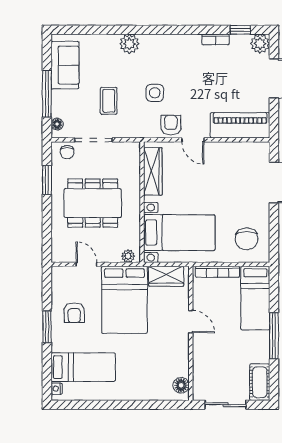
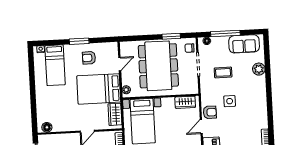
plant: (129, 44) -> (259, 69), moved
wardrobe: (153, 171) -> (185, 102), width x0.67
dining table: (93, 203) -> (158, 66), width x1.36, depth x1.24

